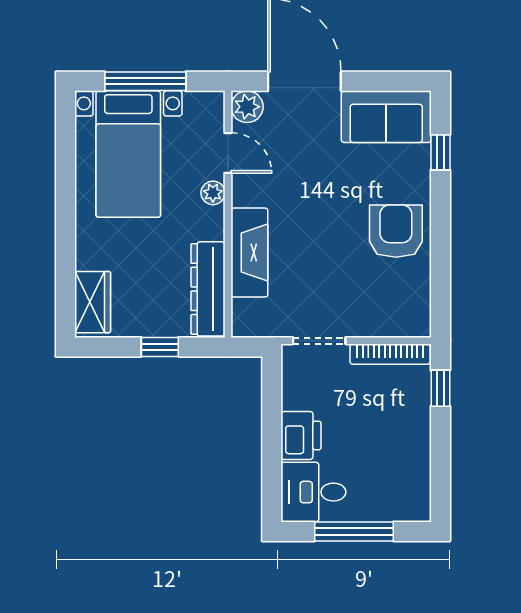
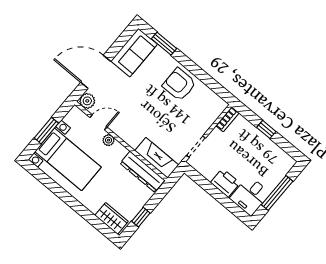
window: (145, 81) -> (46, 131), width x0.69
window: (440, 152) -> (164, 44), width x1.50
fireplace: (249, 253) -> (157, 158), moved
window: (160, 347) -> (141, 217), moved
bookcase: (390, 354) -> (227, 119), width x0.64
window: (440, 388) -> (266, 129), moved

